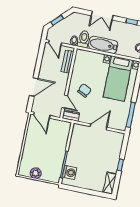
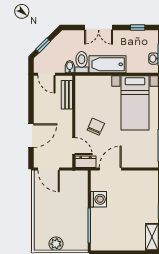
door: (99, 127) -> (110, 169), moved
washing machine: (70, 172) -> (99, 199), moved

